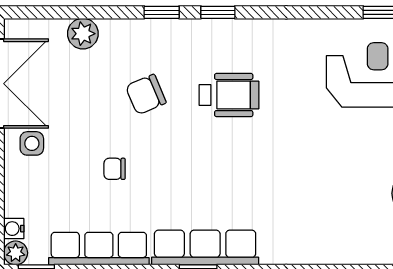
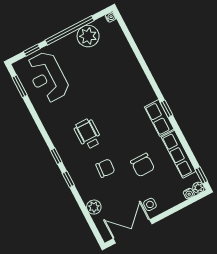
chair: (146, 94) -> (105, 168), turned -63
chair: (115, 169) -> (143, 165), width x1.87, depth x1.87
row of seats: (205, 248) -> (159, 118), width x0.68

